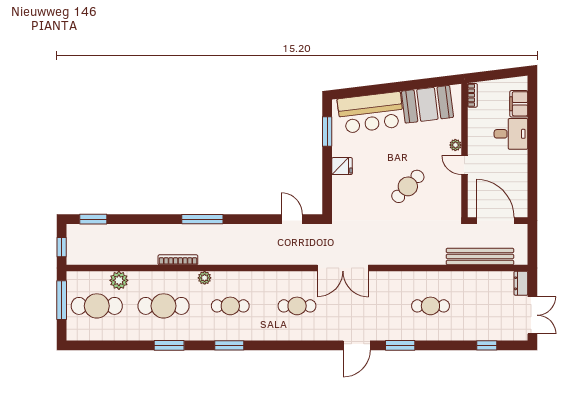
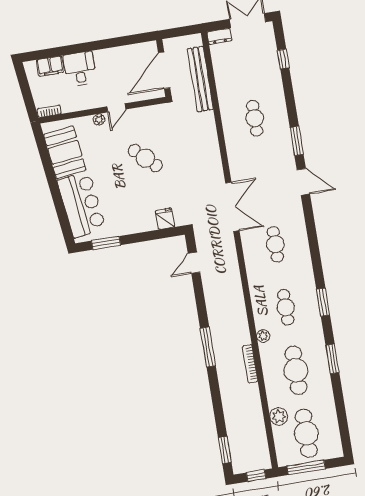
fridge: (342, 166) -> (165, 219), moved

